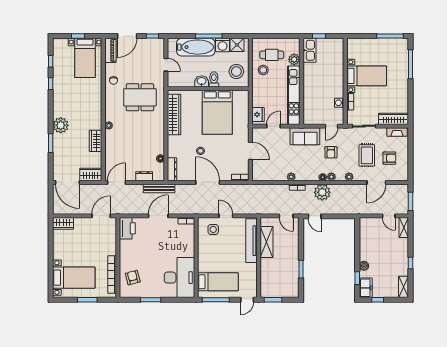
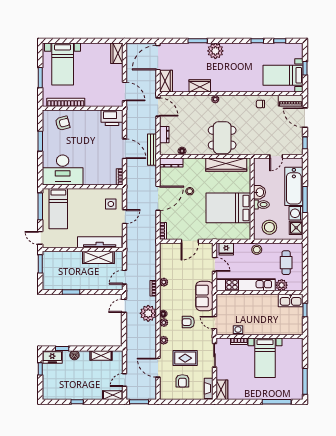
stool: (263, 70) -> (257, 250), moved
dining table: (140, 97) -> (222, 138), moved
wardrobe: (393, 119) -> (222, 390), width x0.67
shelving: (403, 287) -> (101, 355), moved

